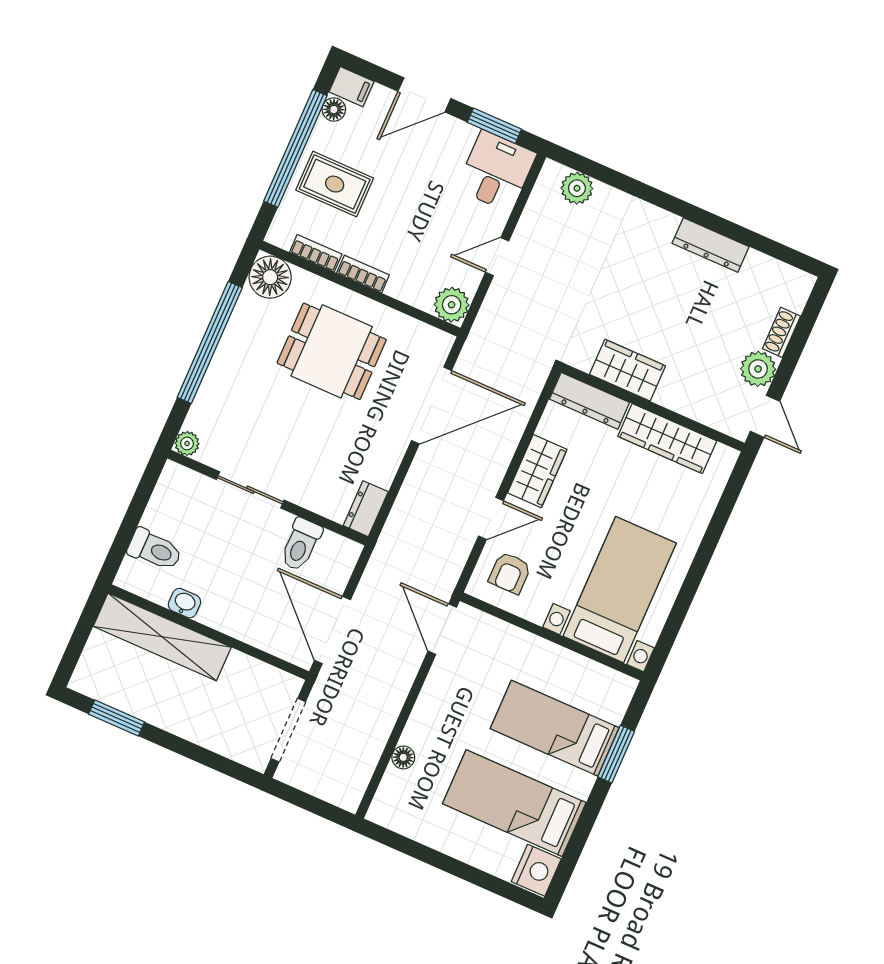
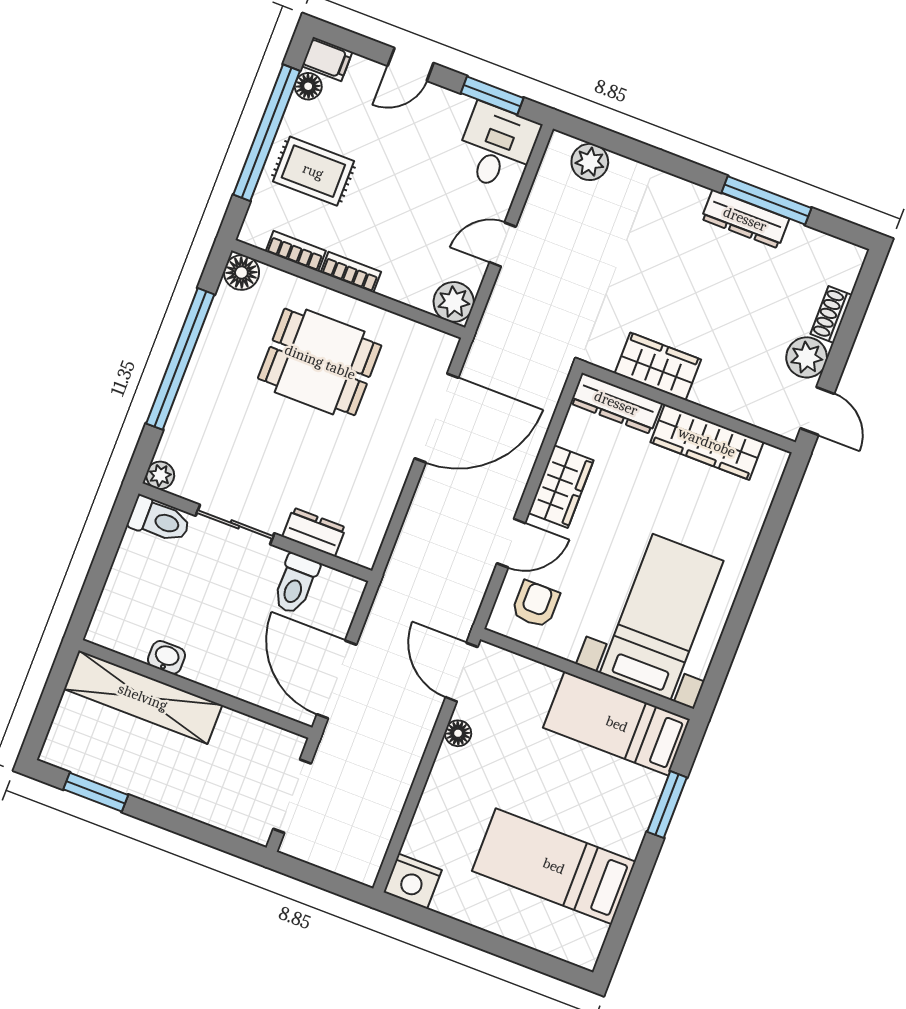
door: (424, 95) -> (411, 64), width x0.73
window: (730, 230) -> (766, 200), added
floor lamp: (270, 277) -> (241, 273), width x0.73, depth x0.73
dresser: (366, 509) -> (314, 532), moved, turned 90
toilet: (155, 550) -> (159, 520), moved
armchair: (510, 573) -> (535, 604), turned 180
bed: (555, 728) -> (617, 724), moved
floor lamp: (403, 757) -> (458, 733), moved
nightstand: (536, 870) -> (413, 881), moved, turned 90

